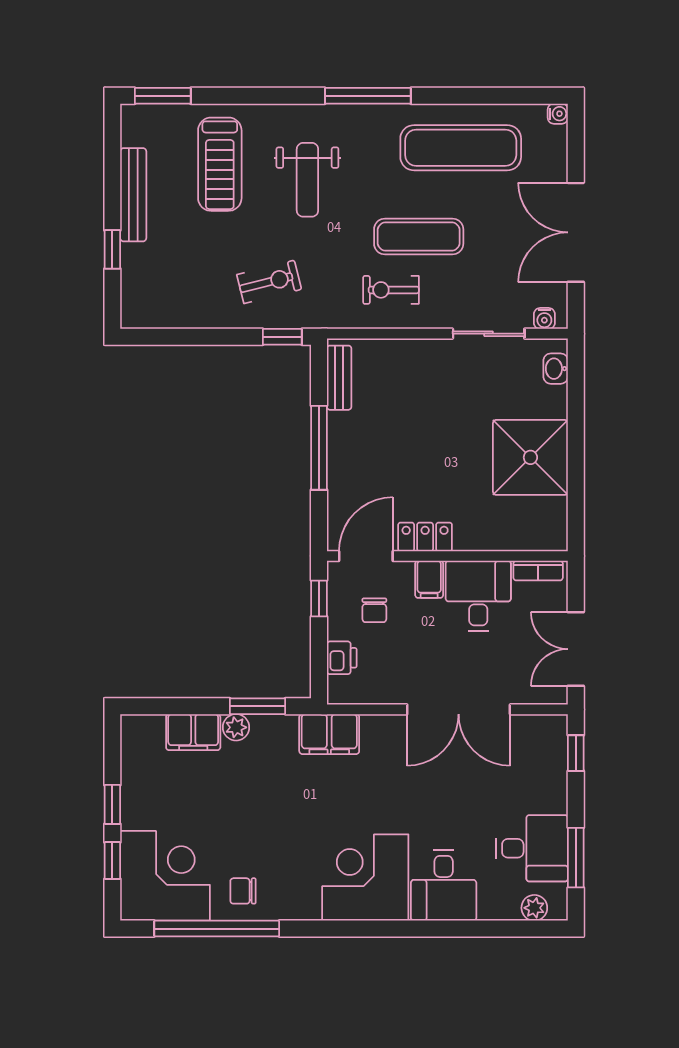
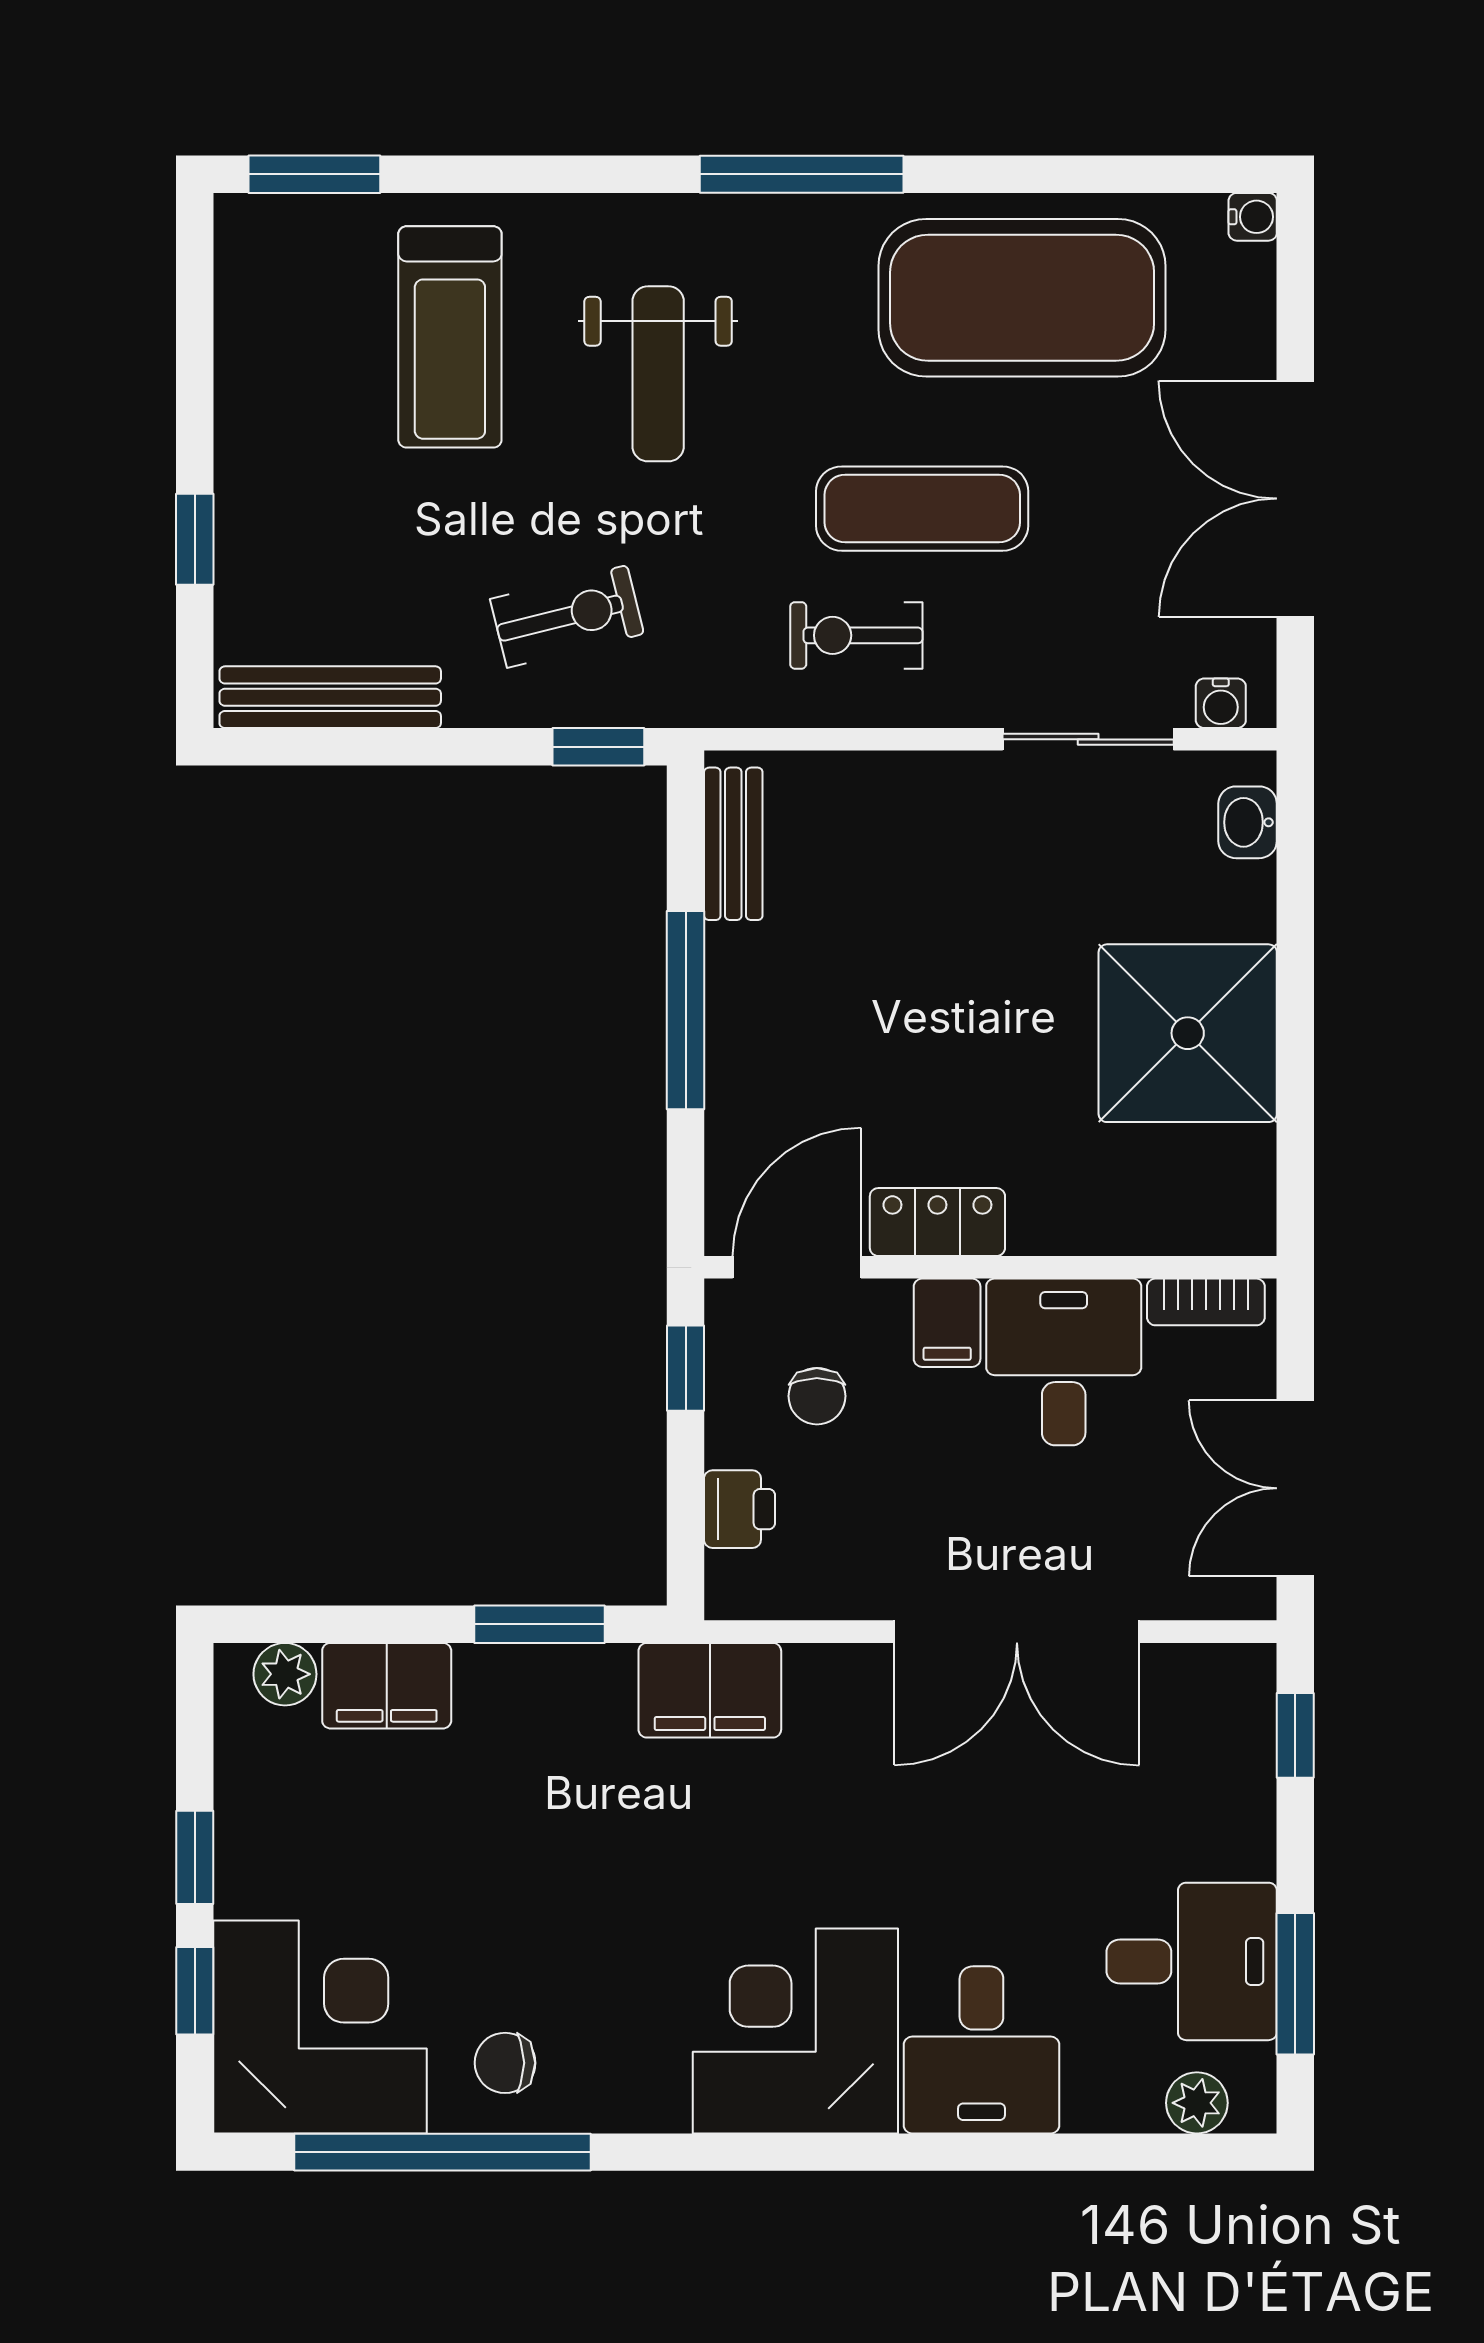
exercise mat: (461, 148) -> (1022, 298), width x1.47
bench: (133, 195) -> (330, 697), moved, turned 90
plant: (236, 727) -> (285, 1674), moved

